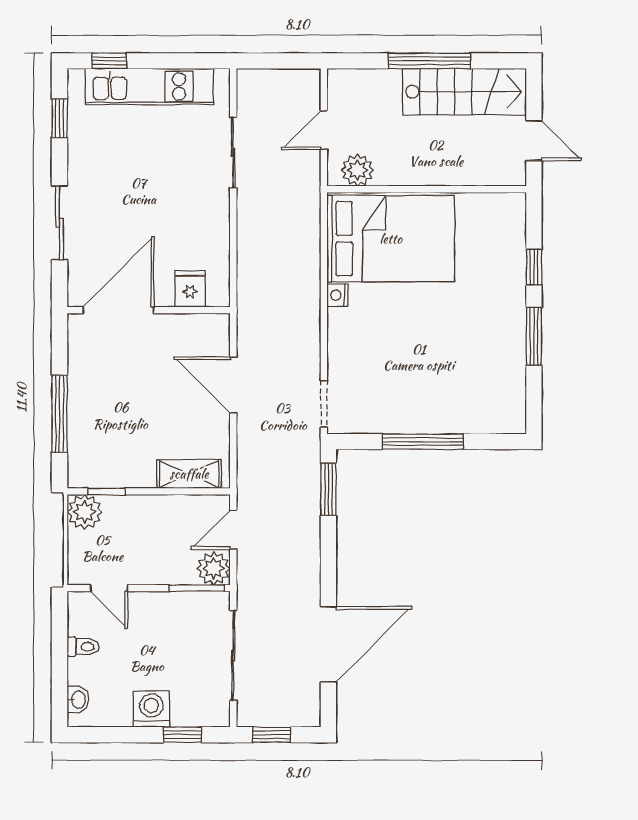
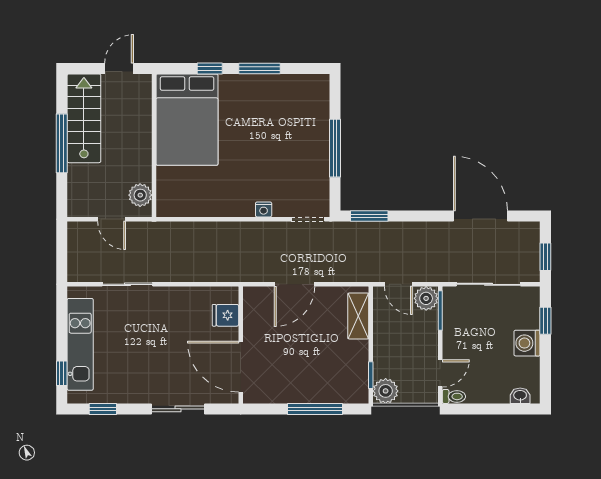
bed: (391, 239) -> (187, 120), moved, turned 180
nightstand: (338, 295) -> (264, 209), moved
toilet: (83, 647) -> (454, 396), moved, turned 90

